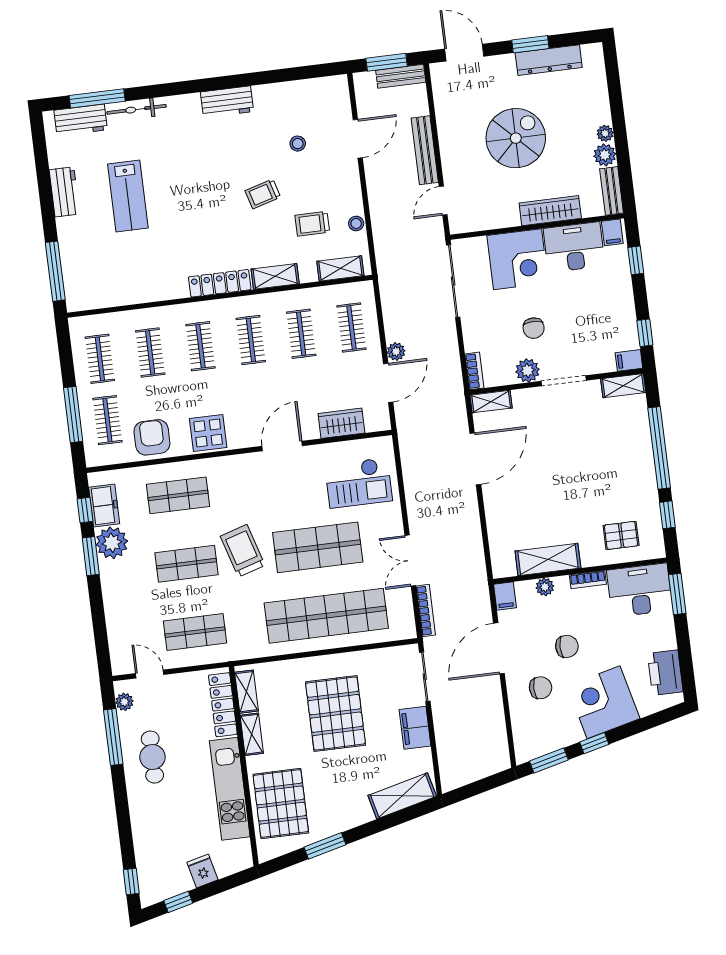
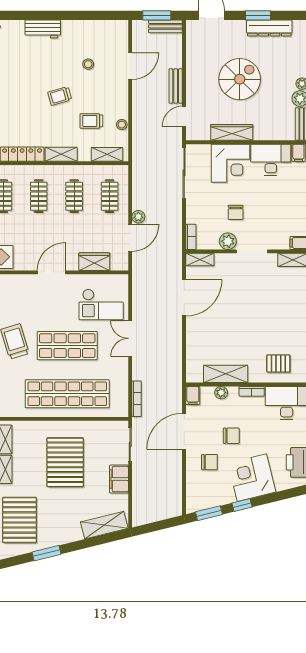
bench: (425, 150) -> (176, 86), width x0.73
wardrobe: (550, 211) -> (232, 132), moved
double door: (410, 561) -> (130, 338), moved

